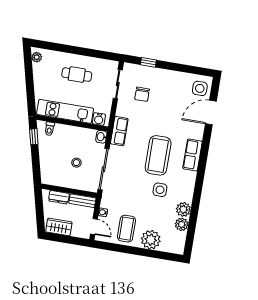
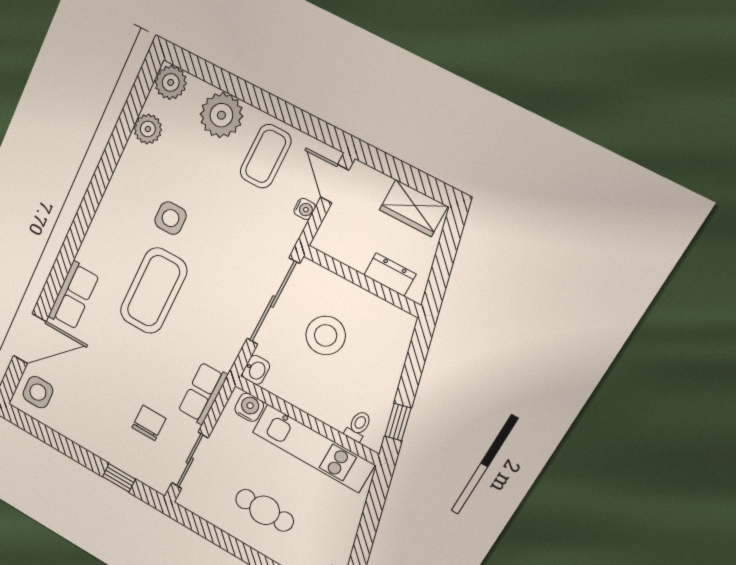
row of seats: (119, 131) -> (203, 393), moved
row of seats: (193, 155) -> (74, 296), moved
stool: (76, 163) -> (326, 335), width x1.89, depth x1.89
bench: (82, 201) -> (341, 250), removed
plant: (183, 209) -> (171, 82), moved

